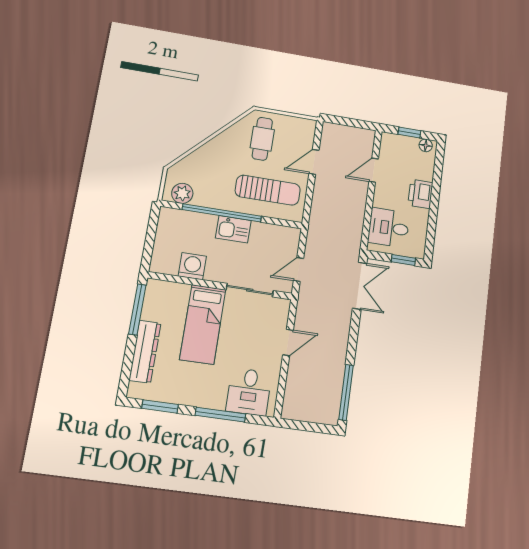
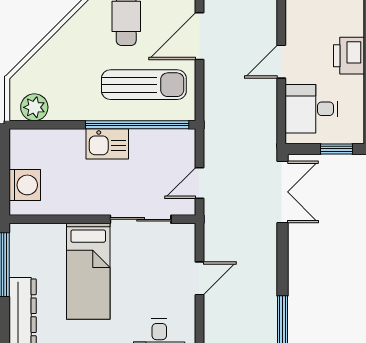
door: (314, 162) -> (199, 36), width x1.38
door: (374, 170) -> (281, 62), moved
window: (222, 213) -> (137, 125), moved
washing machine: (192, 266) -> (25, 185), moved, turned 90

